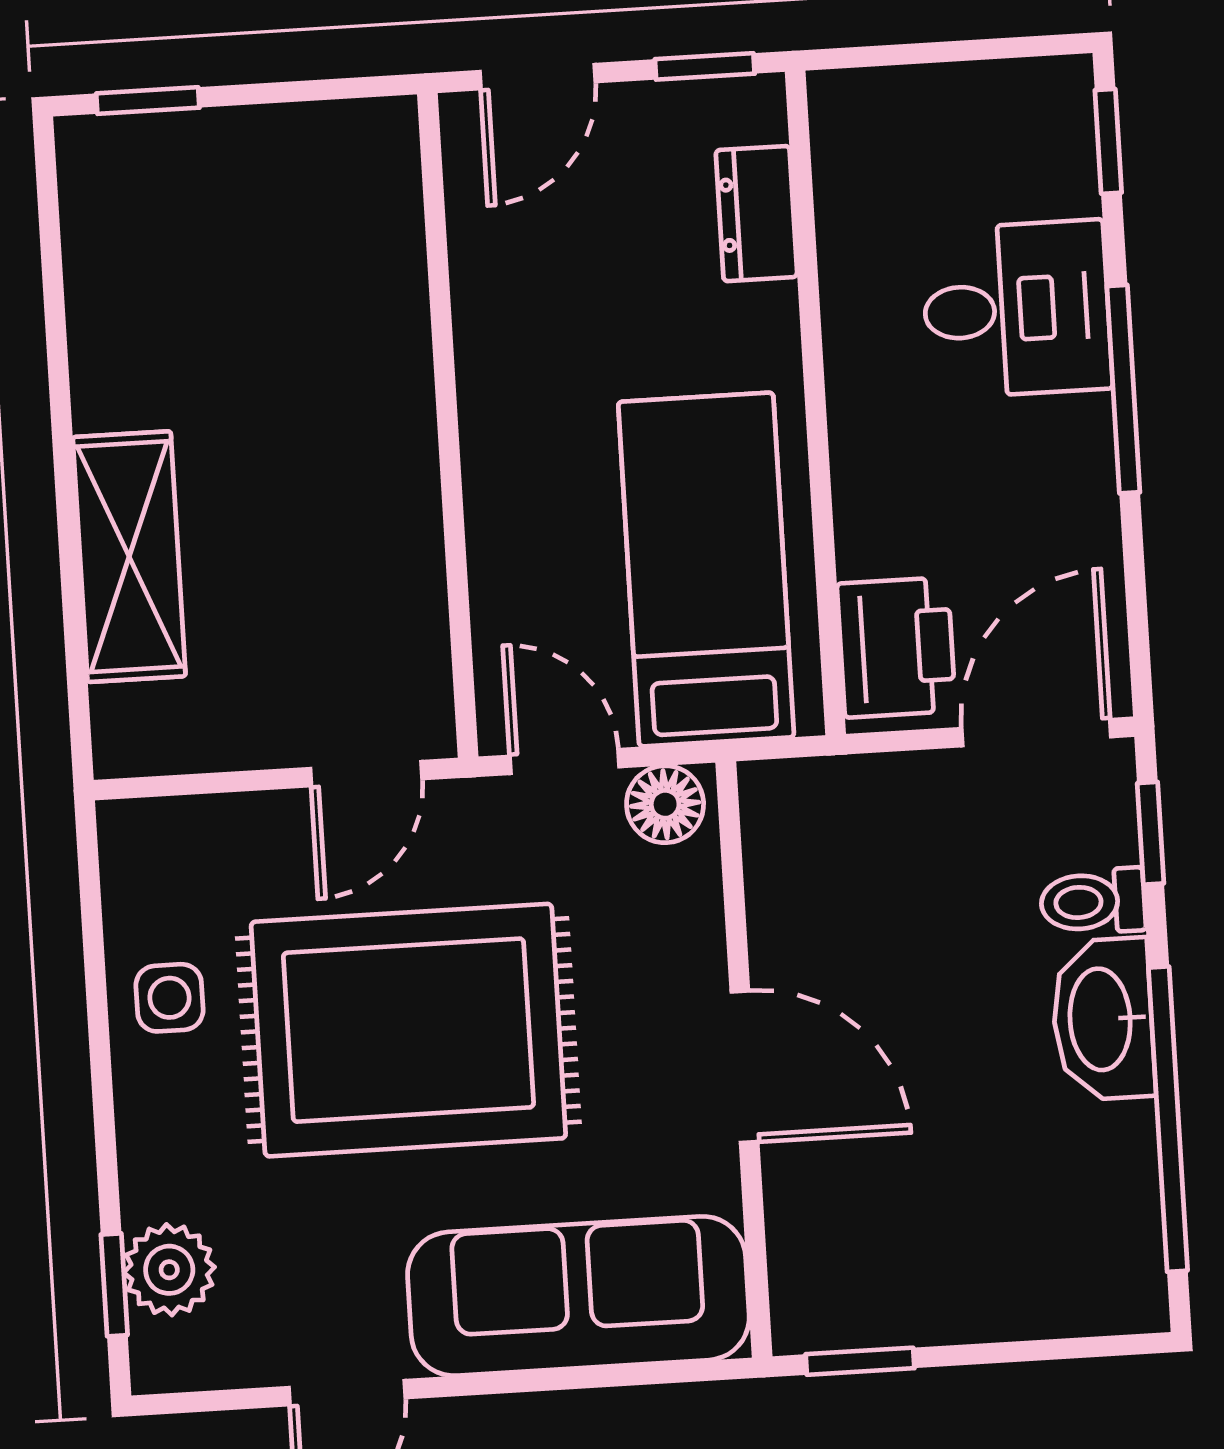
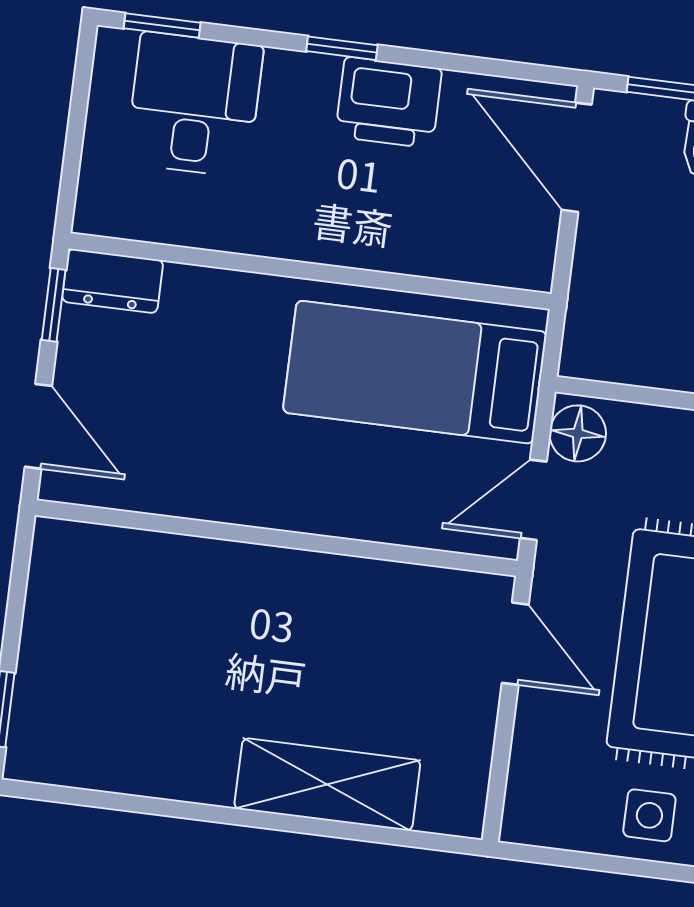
dresser: (756, 214) -> (113, 281), moved
desk: (1017, 309) -> (194, 104), moved
window: (1123, 389) -> (342, 48), width x0.46
printer: (896, 647) -> (389, 103), moved, turned 180

